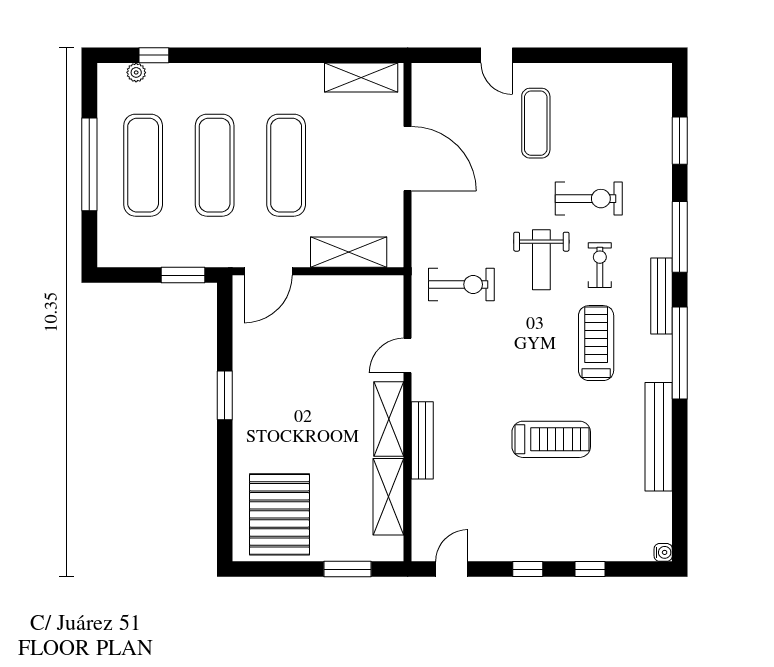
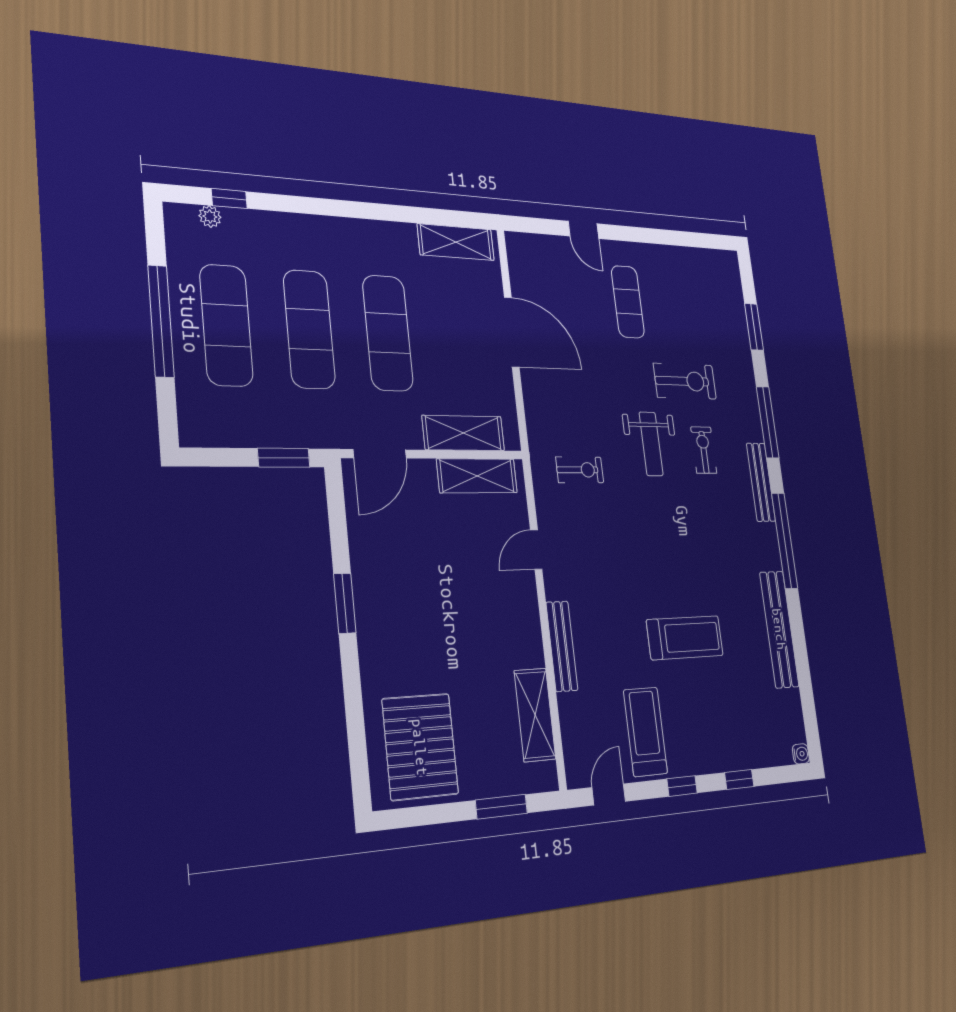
exercise bike: (461, 284) -> (580, 470), width x0.73, depth x0.72
treadmill: (596, 343) -> (645, 732), moved
shelving: (389, 419) -> (477, 476), moved, turned 90

